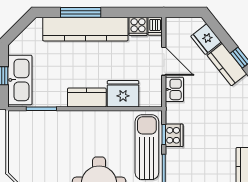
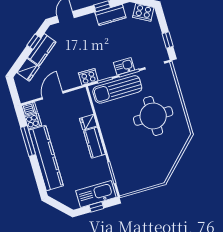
window: (81, 12) -> (28, 141), moved
kitchen sink: (174, 89) -> (124, 66), moved
fridge: (123, 94) -> (88, 122), width x0.53, depth x0.75
cooker: (174, 135) -> (88, 77), moved

